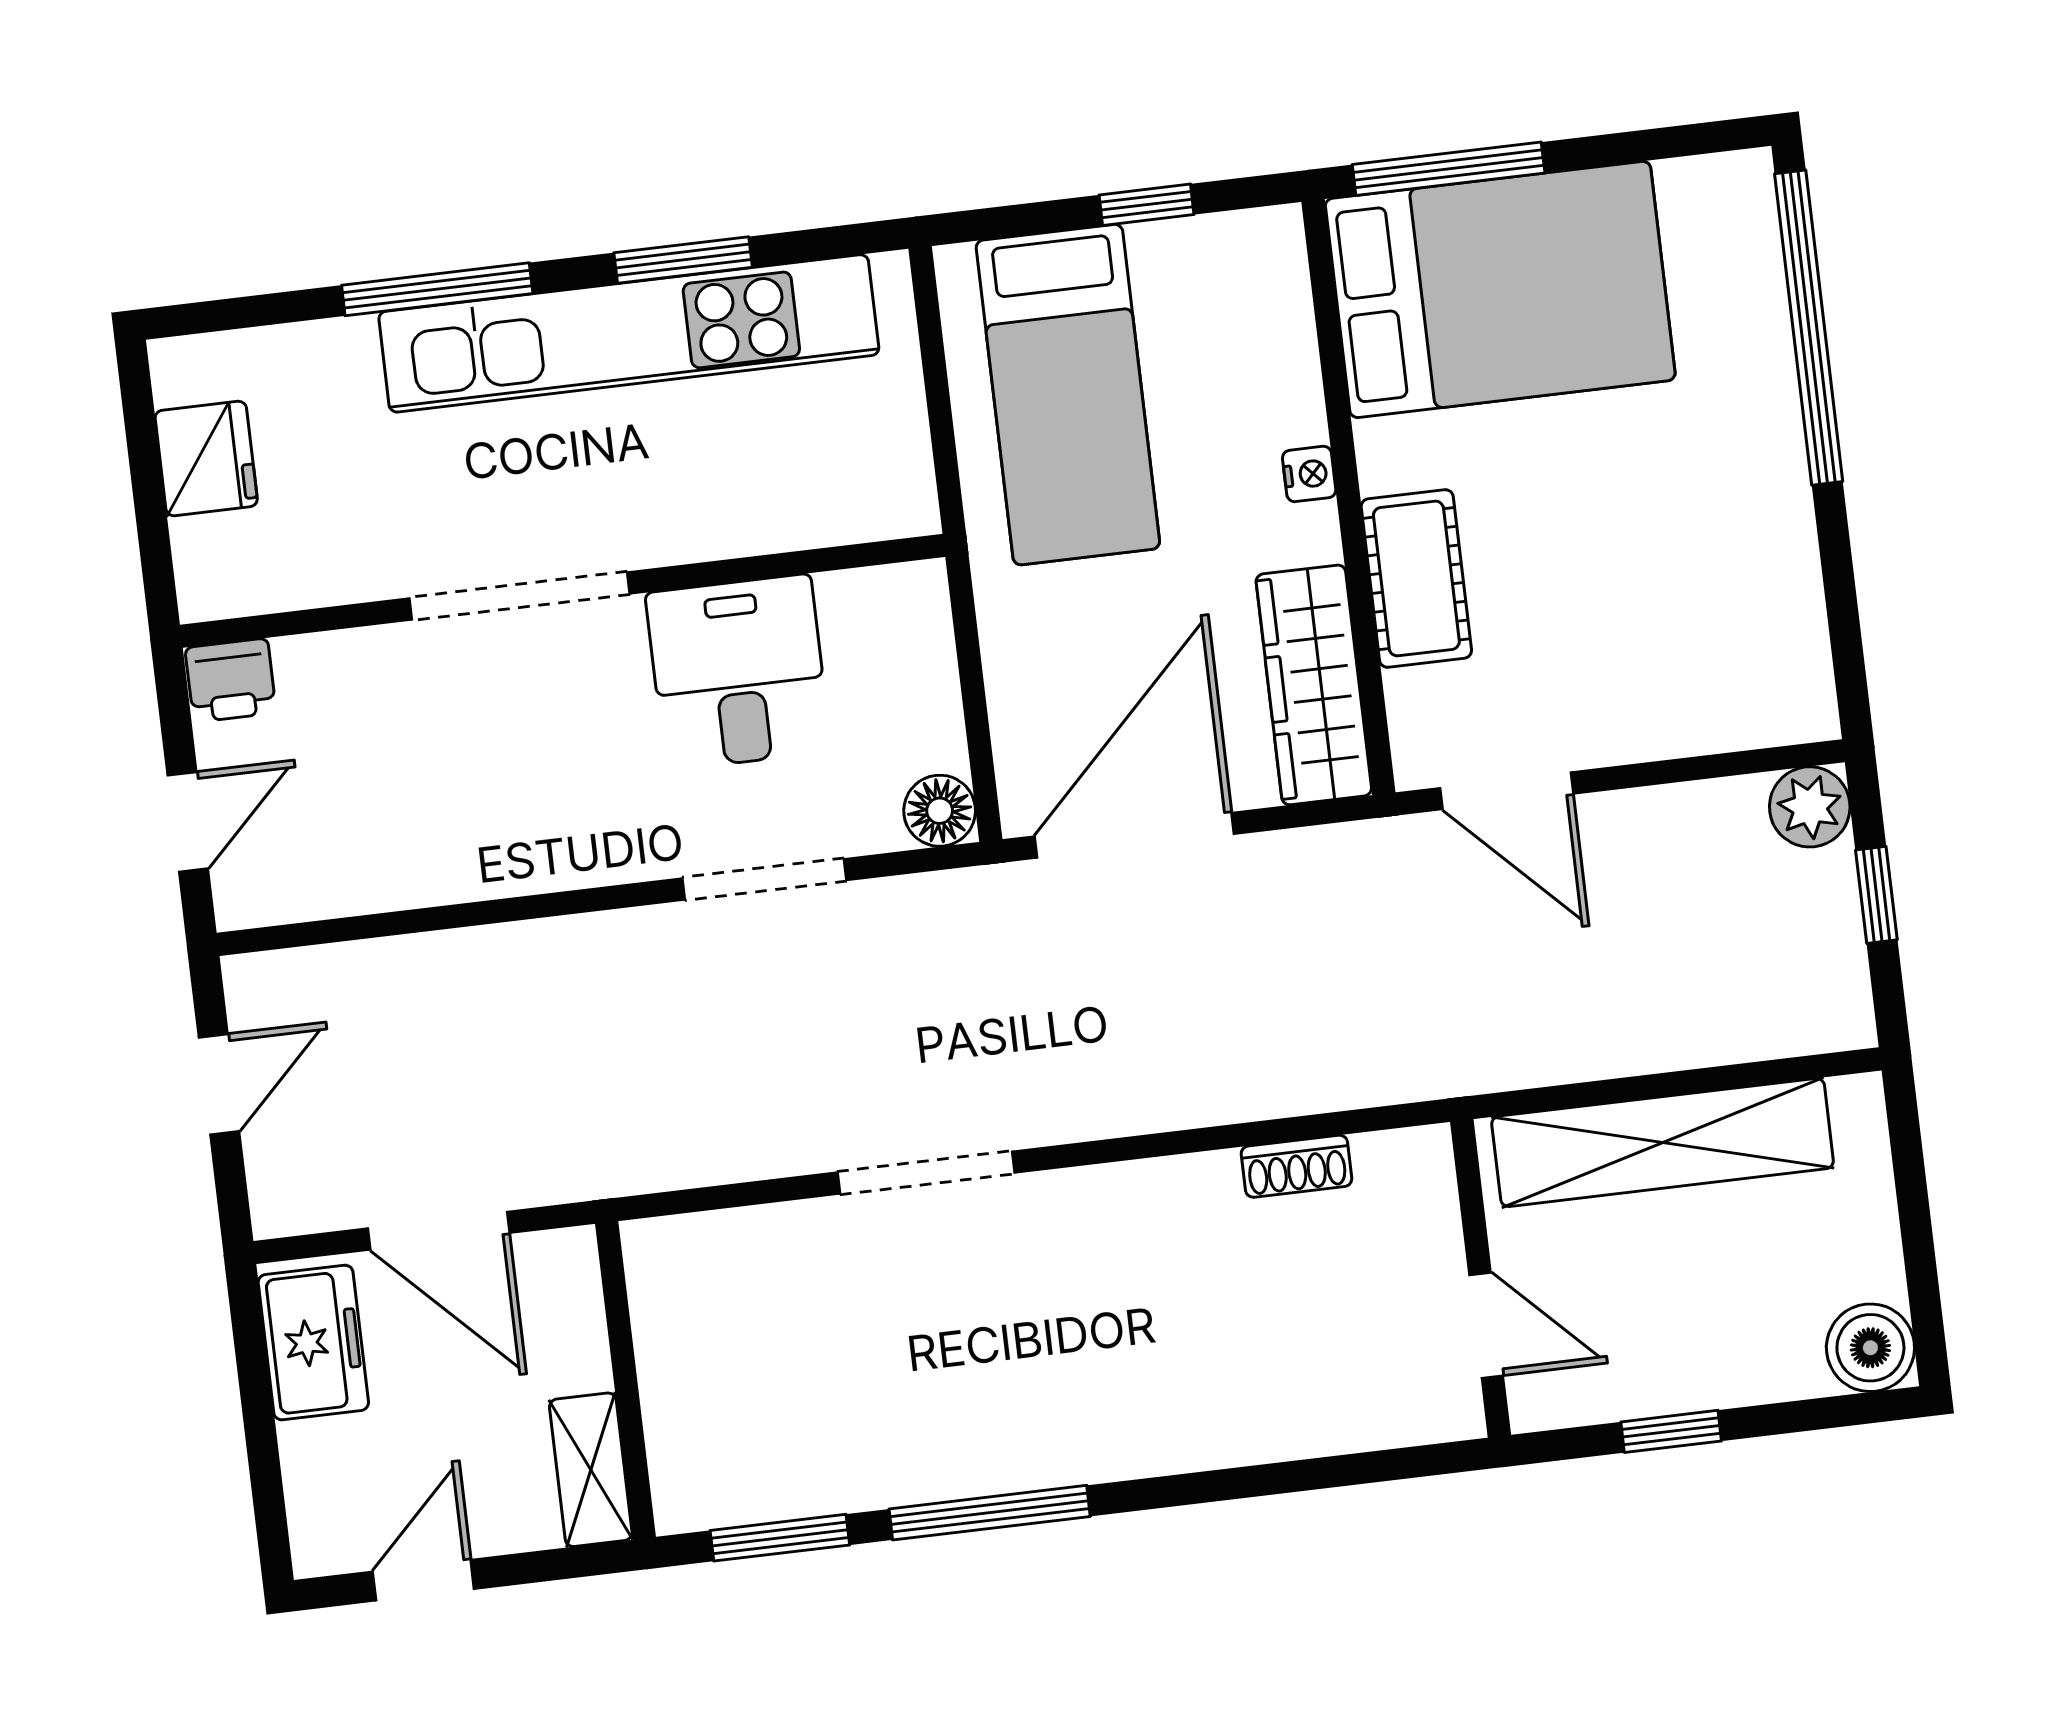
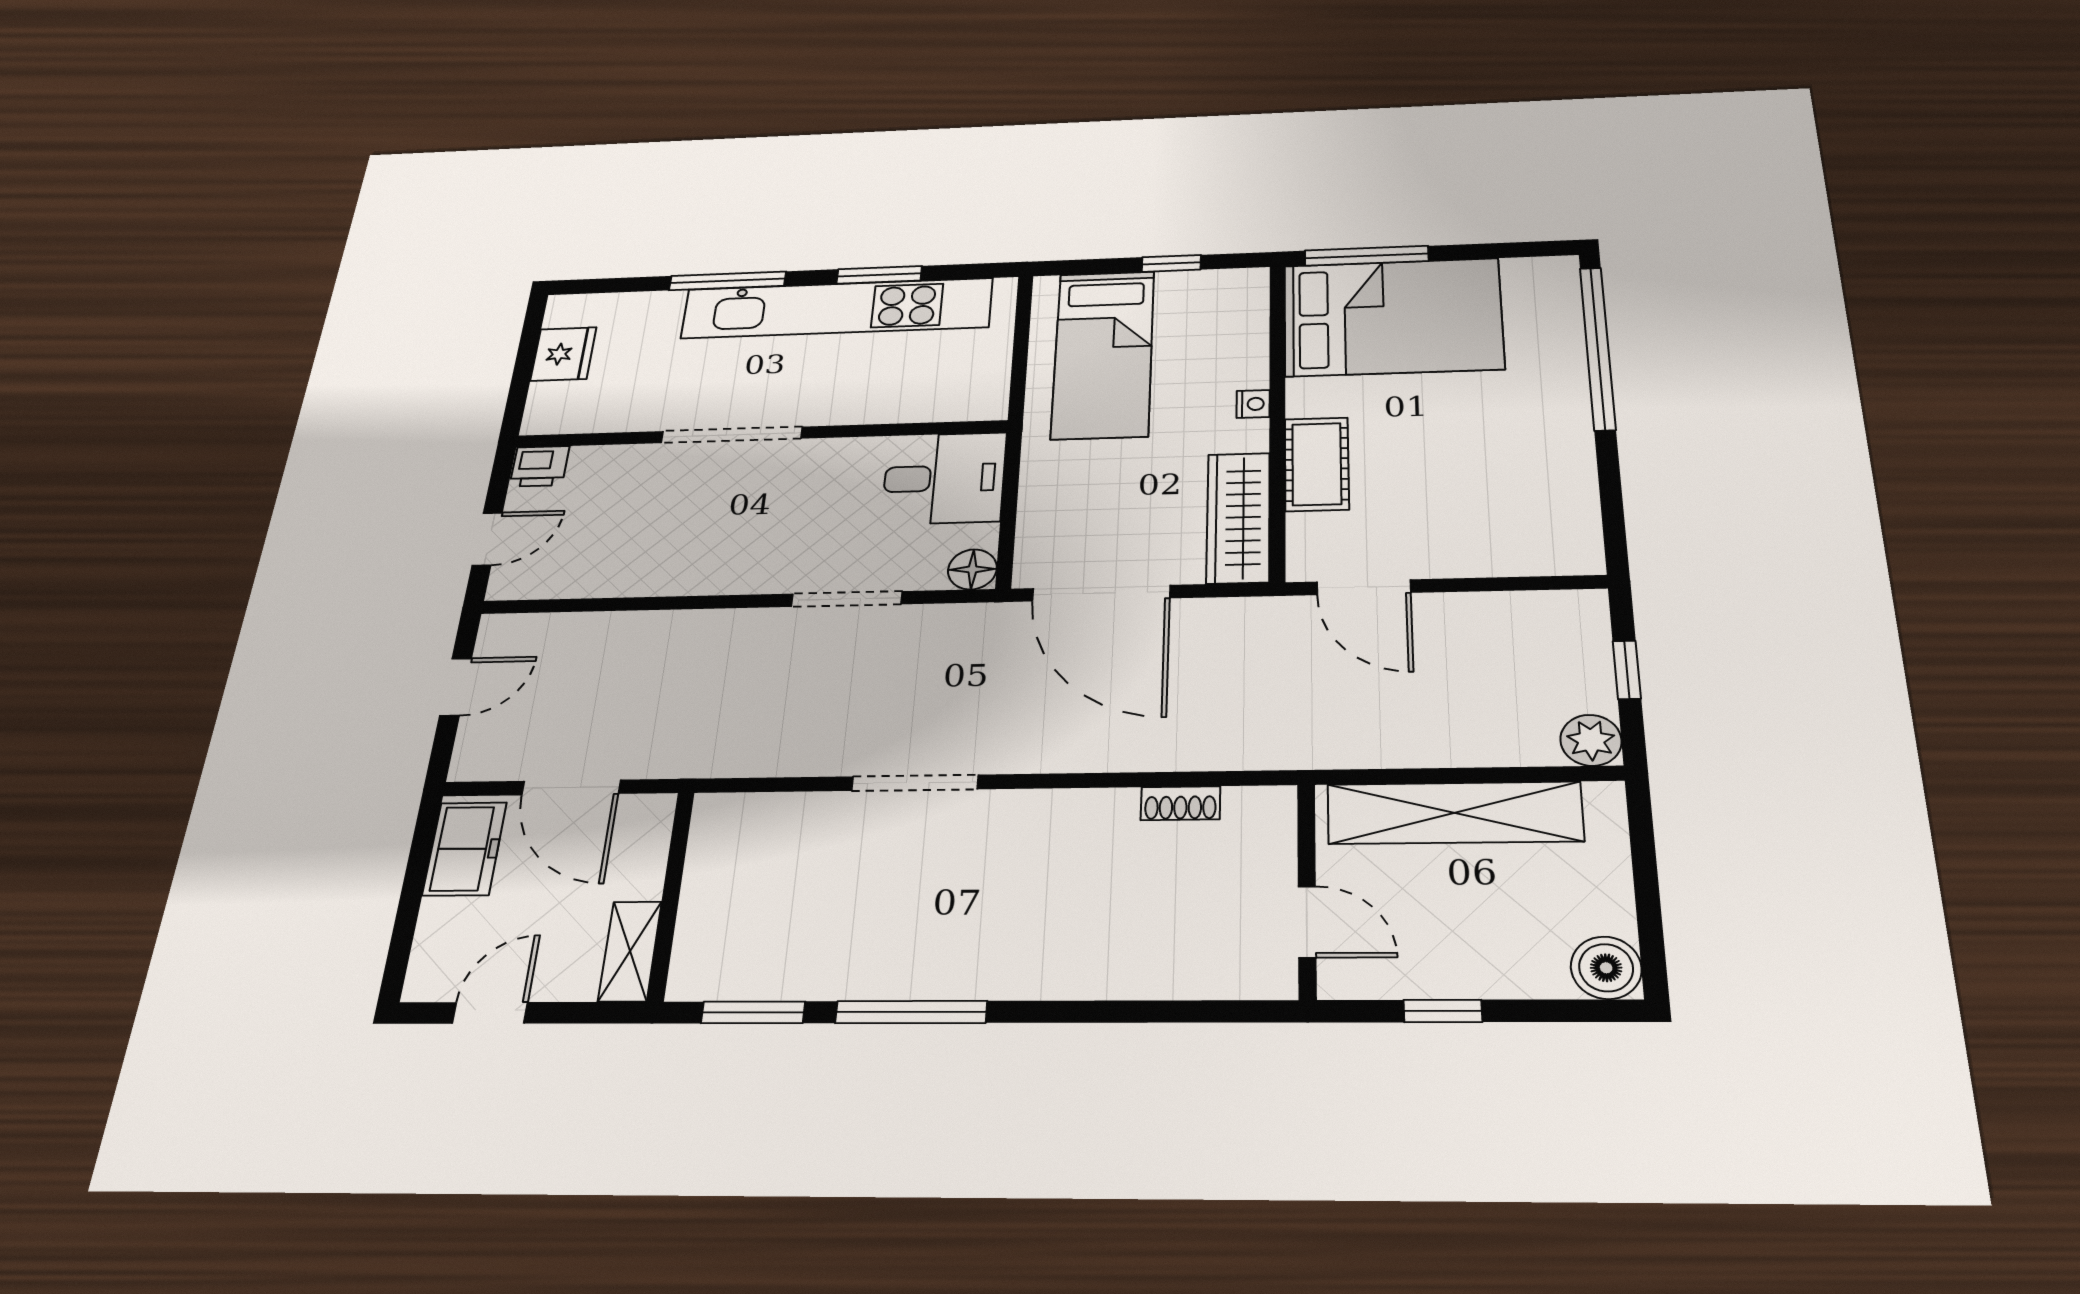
desk: (738, 672) -> (944, 478), moved, turned 90
plant: (1810, 807) -> (1591, 740), moved
door: (1134, 835) -> (1101, 593), swing flipped

